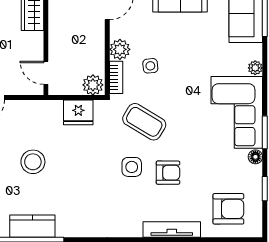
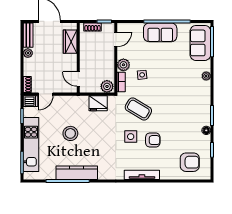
corner sofa: (237, 112) -> (195, 103), removed
kitchen counter: (32, 226) -> (77, 173), width x1.50
tv unit: (172, 229) -> (142, 175), moved

